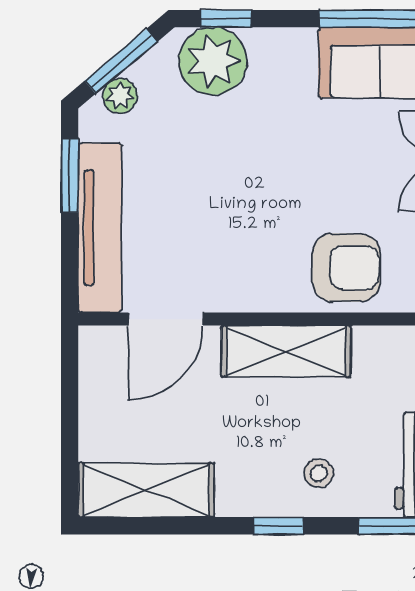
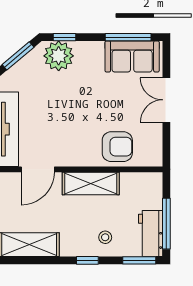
plant: (120, 96) -> (18, 71), removed

